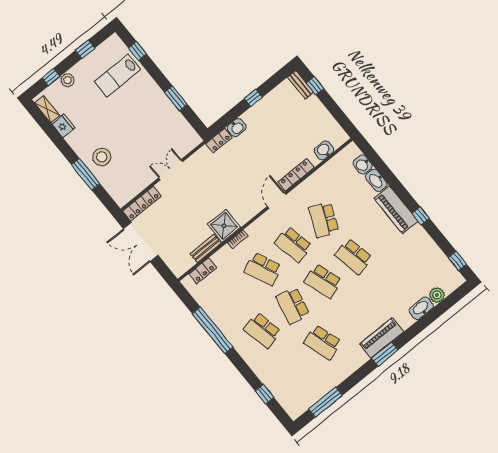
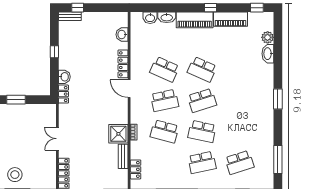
school desk: (353, 256) -> (202, 69), turned 36
school desk: (263, 269) -> (165, 131), turned 39
piano: (382, 338) -> (231, 19), moved, turned -90
school desk: (323, 342) -> (239, 162), moved

